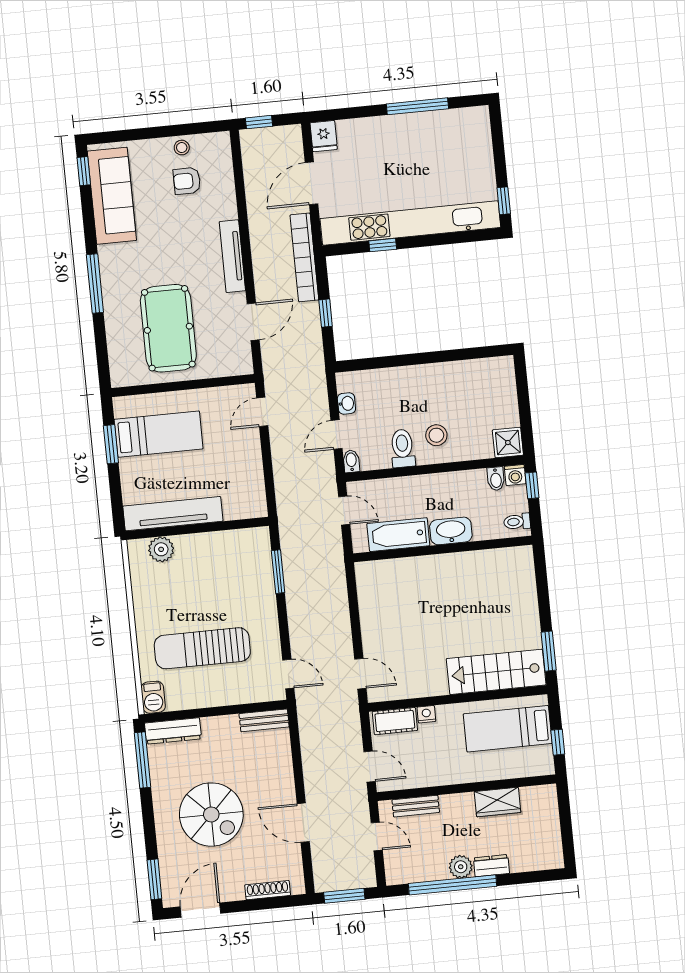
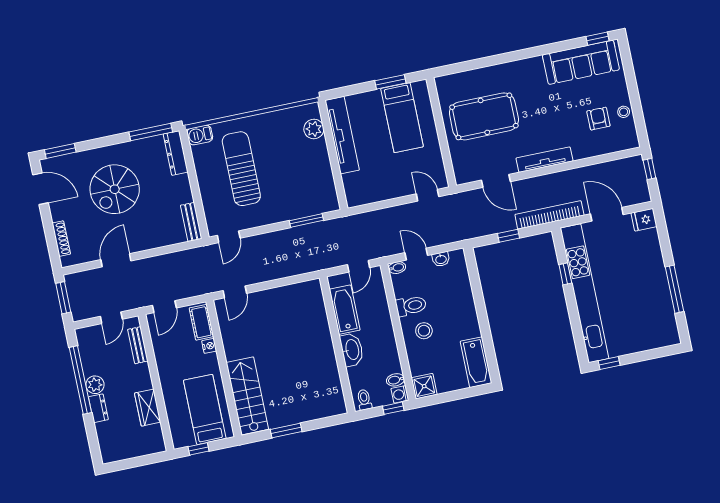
window: (95, 284) -> (512, 56), removed
bathtub: (484, 372) -> (476, 362), added
window: (549, 651) -> (286, 431), moved

